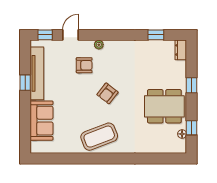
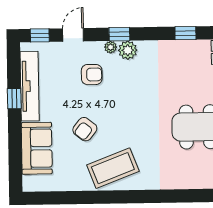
window: (106, 35) -> (119, 34), added
plant: (112, 47) -> (128, 50), added
armchair: (107, 93) -> (85, 129), moved

